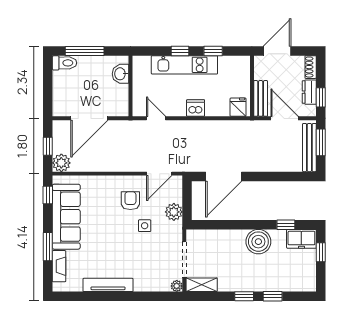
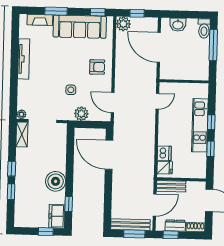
washbasin: (120, 74) -> (178, 25), moved, turned 180
dishwasher: (196, 108) -> (164, 153), moved
armchair: (130, 201) -> (97, 67), moved

